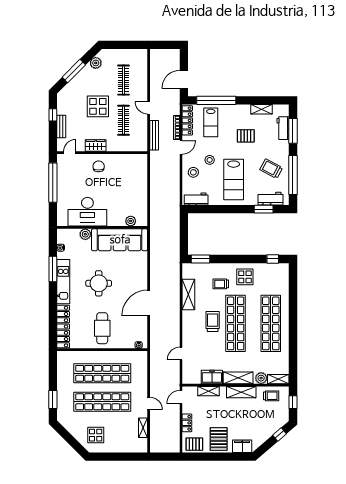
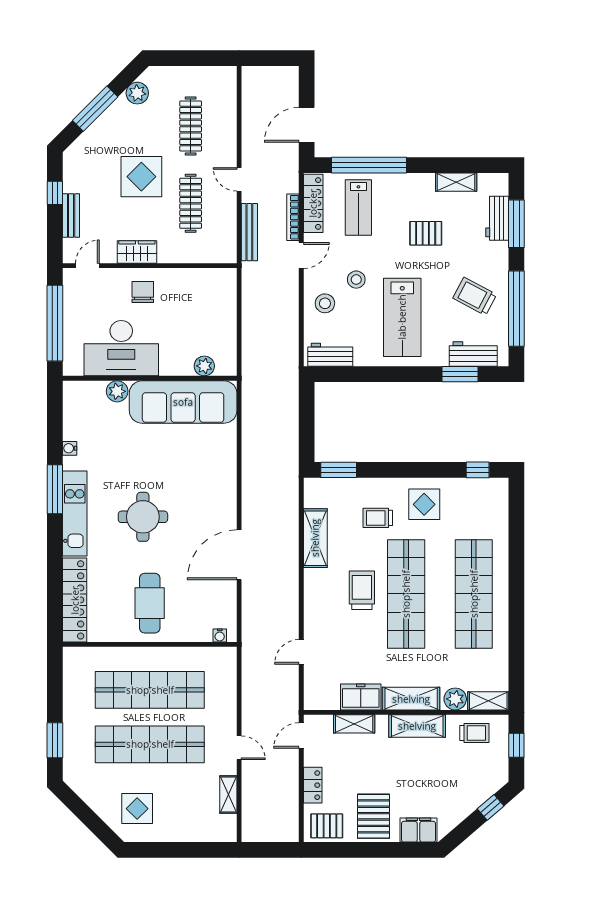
desk: (87, 212) -> (121, 348), moved
plant: (131, 221) -> (204, 366), moved
wall: (102, 227) -> (150, 378), moved
plant: (85, 234) -> (117, 391), moved
sofa: (120, 240) -> (183, 402), moved

